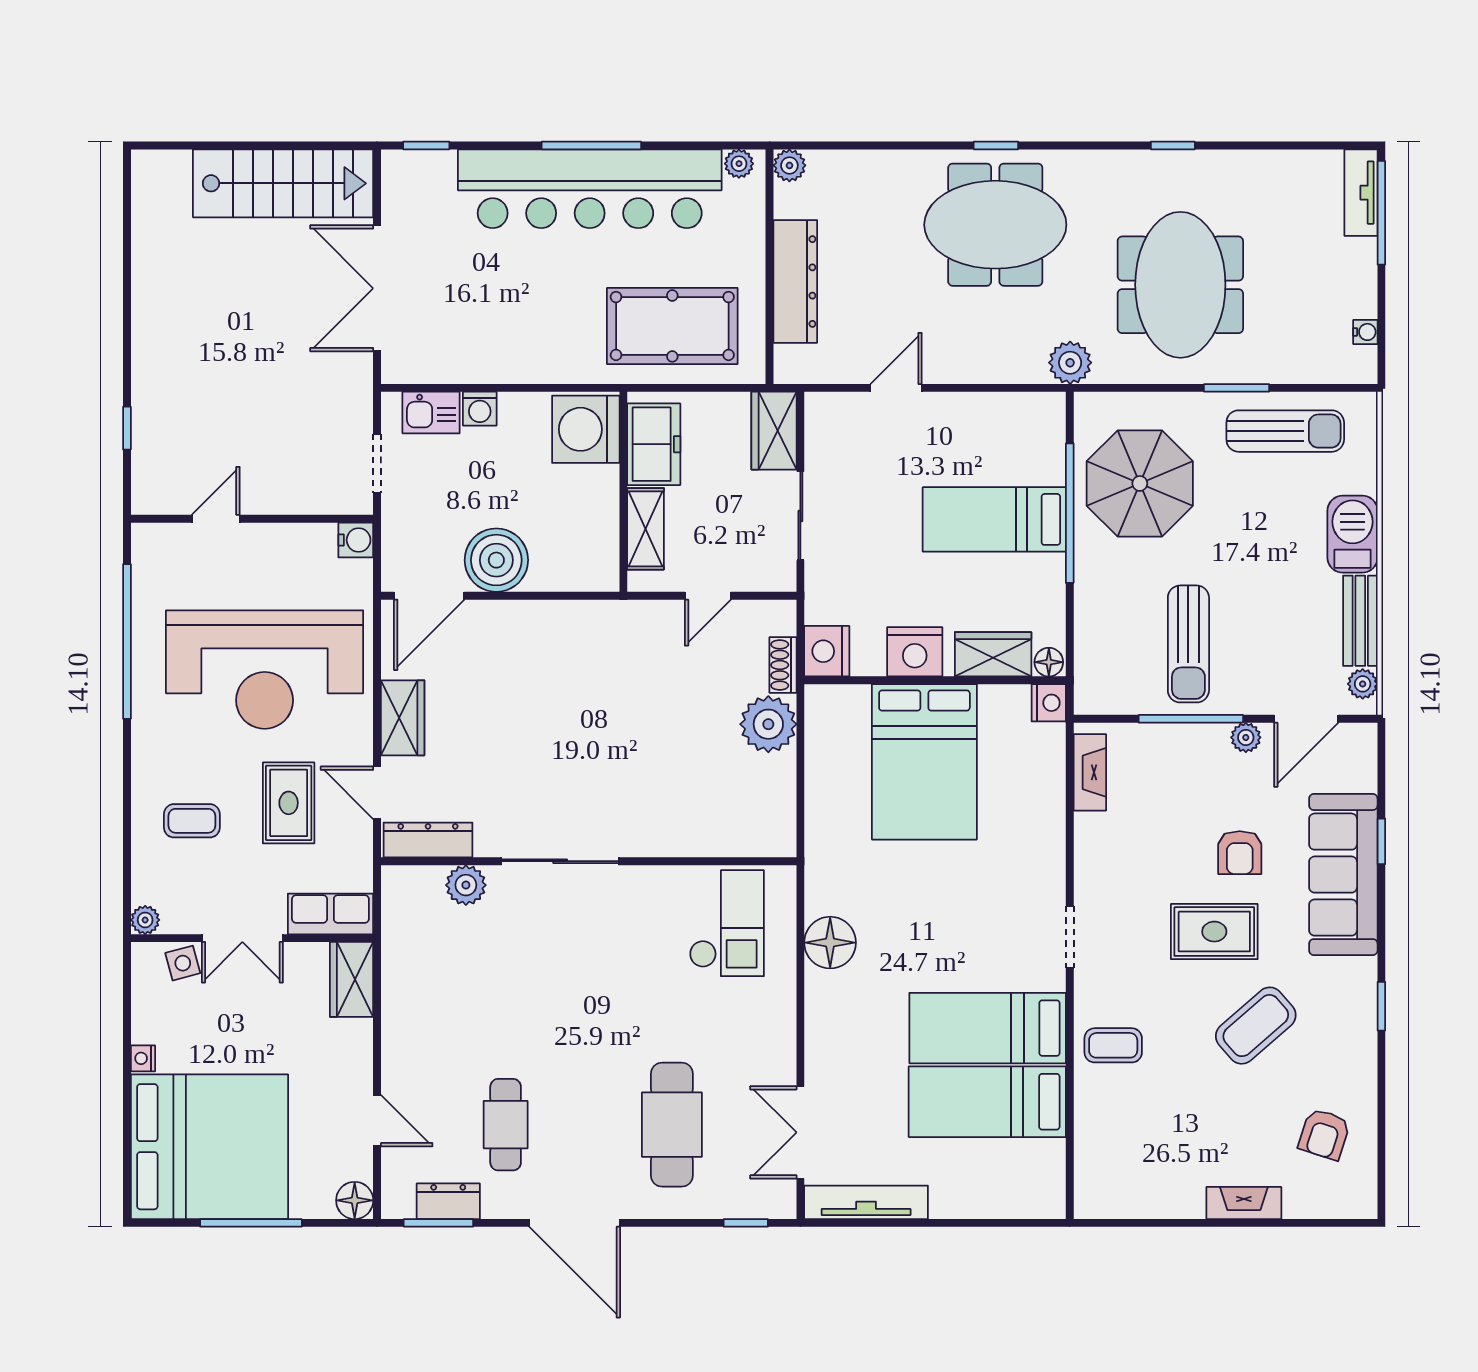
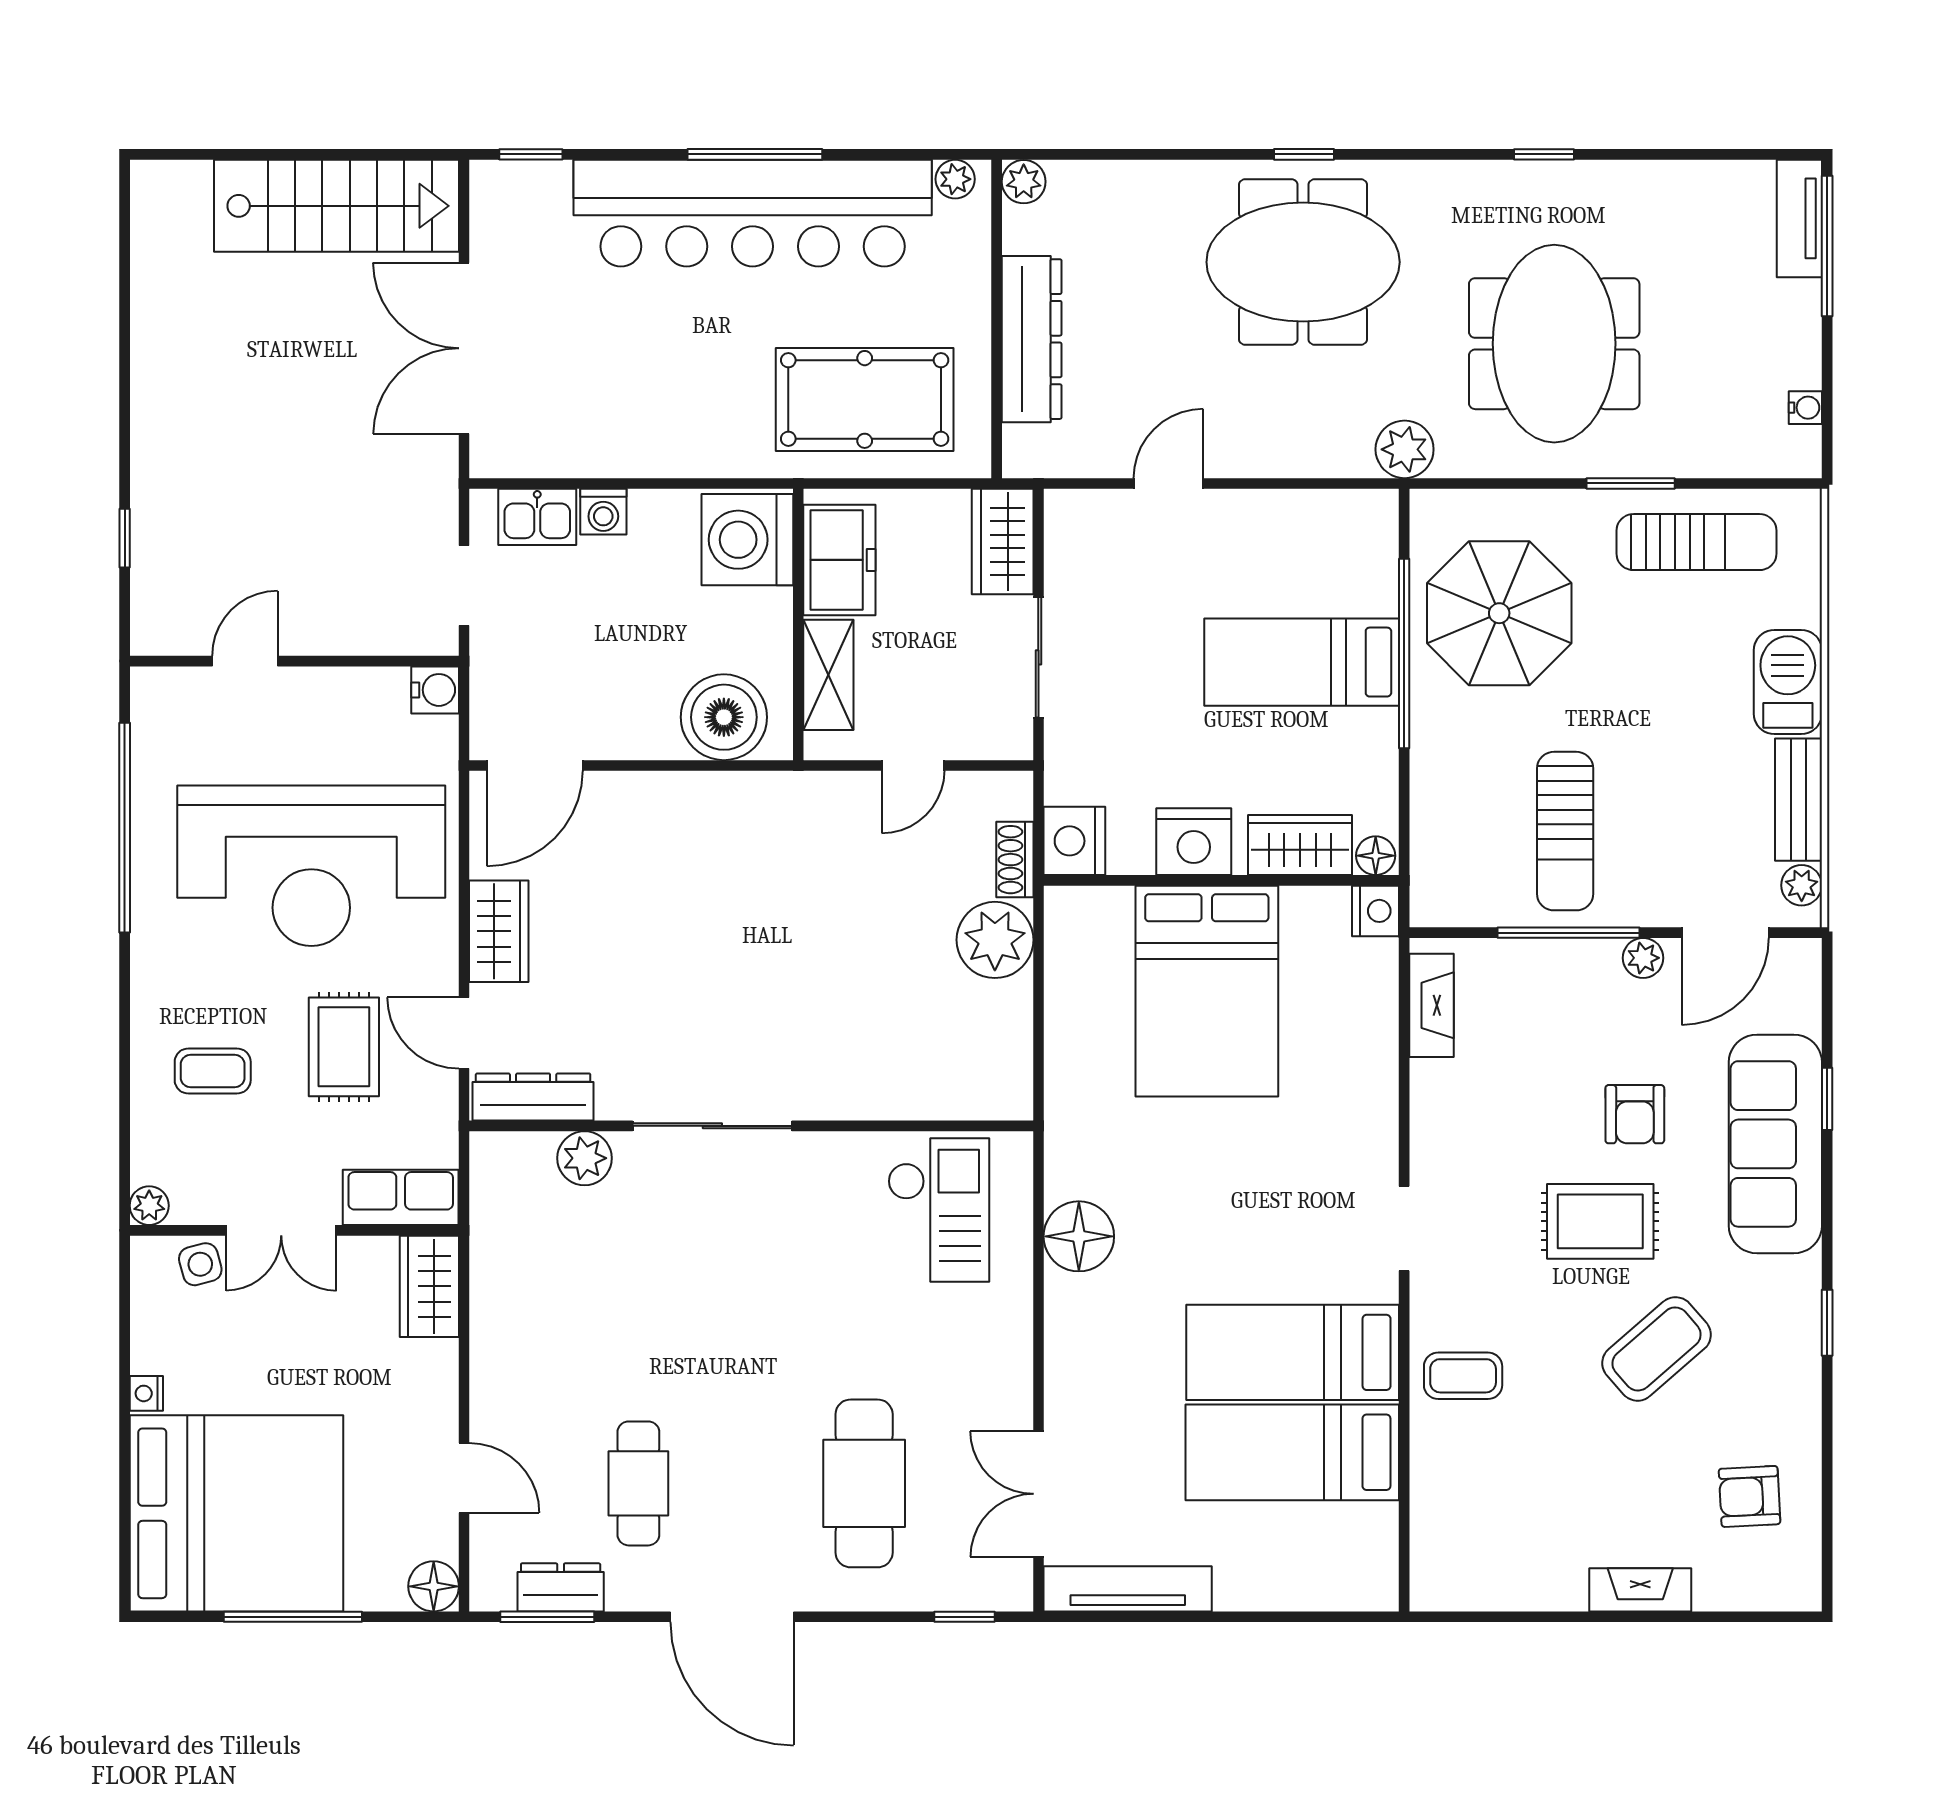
boiler: (496, 560) -> (724, 717), moved
armchair: (1324, 1134) -> (1750, 1496), turned 69

